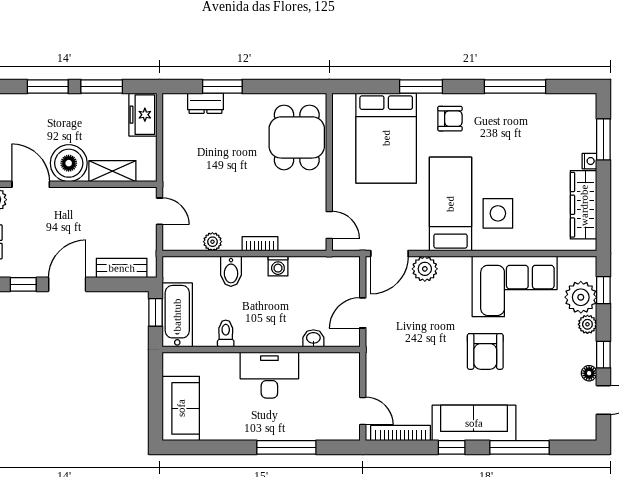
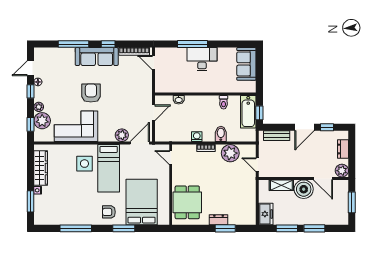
dresser: (206, 103) -> (219, 220), moved
plant: (212, 242) -> (230, 153), width x1.87, depth x1.87
desk: (269, 375) -> (202, 59), moved, turned 180

